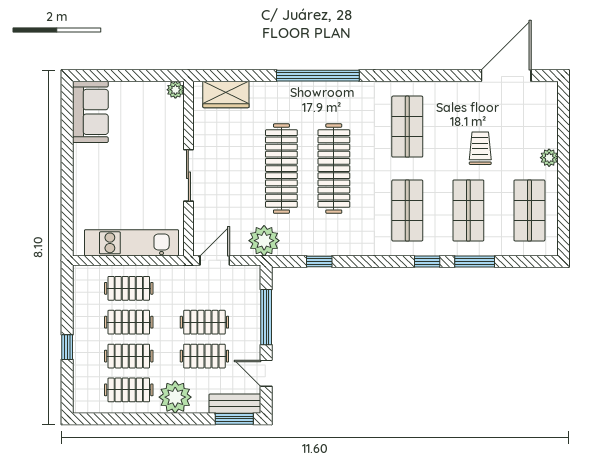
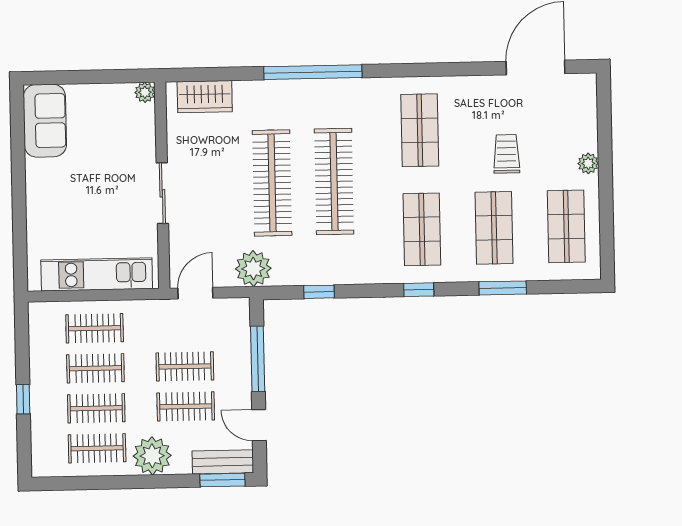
window: (427, 261) -> (419, 290), moved

